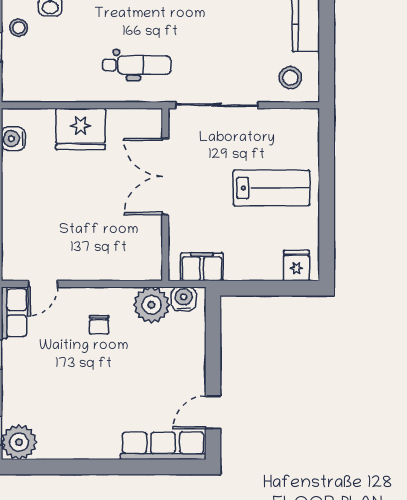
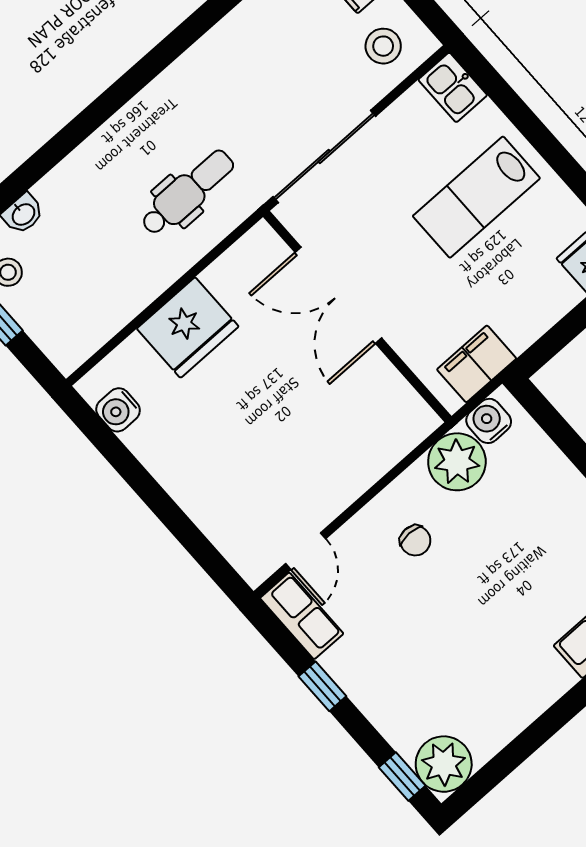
kitchen sink: (306, 126) -> (453, 87), added
lab bench: (271, 188) -> (476, 197), turned 180

